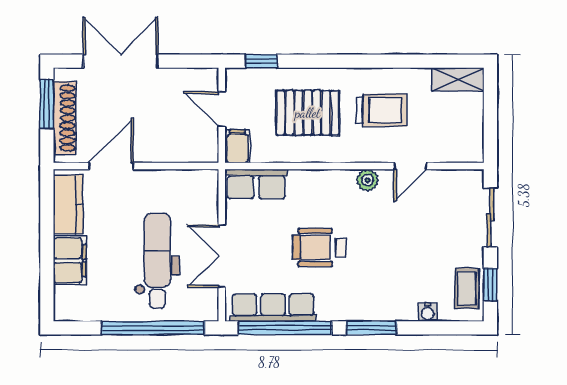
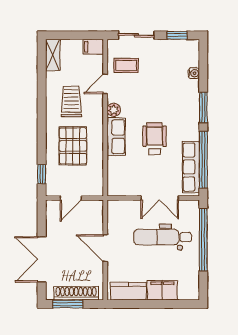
filing cabinet: (237, 146) -> (93, 47), moved
door: (111, 166) -> (105, 248), moved
door: (410, 166) -> (105, 84), swing flipped
row of seats: (256, 184) -> (116, 137), moved
wheelchair: (320, 247) -> (155, 139), turned 180
coffee table: (467, 288) -> (126, 66), moved

